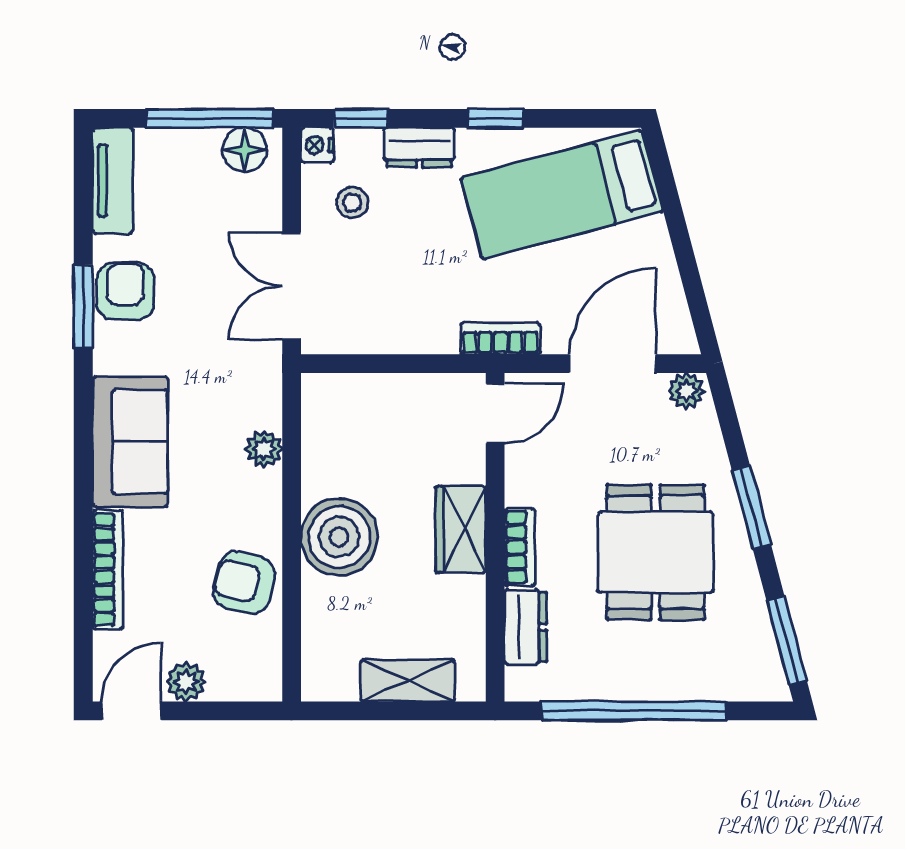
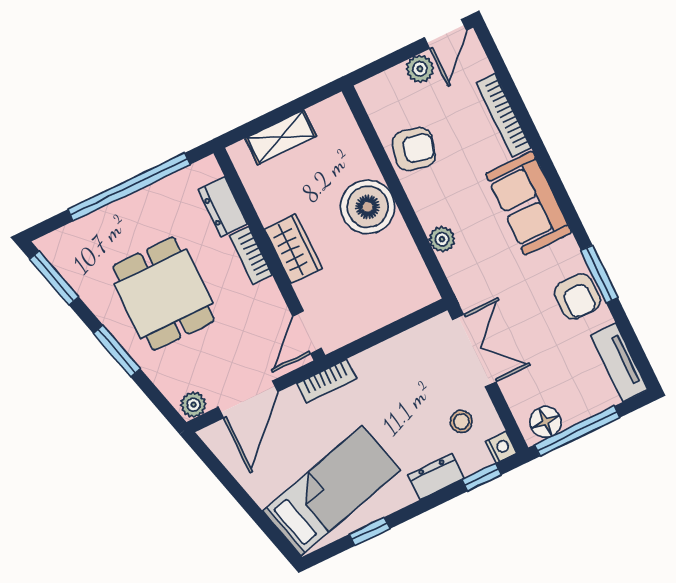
window: (495, 118) -> (370, 531), moved

